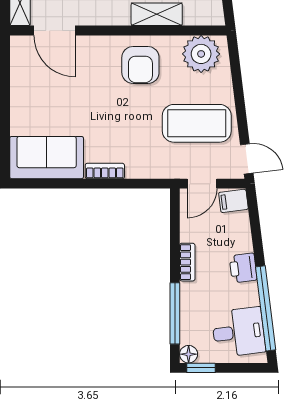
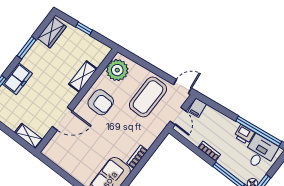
door: (54, 30) -> (62, 119), moved
printer: (243, 268) -> (244, 134), moved

